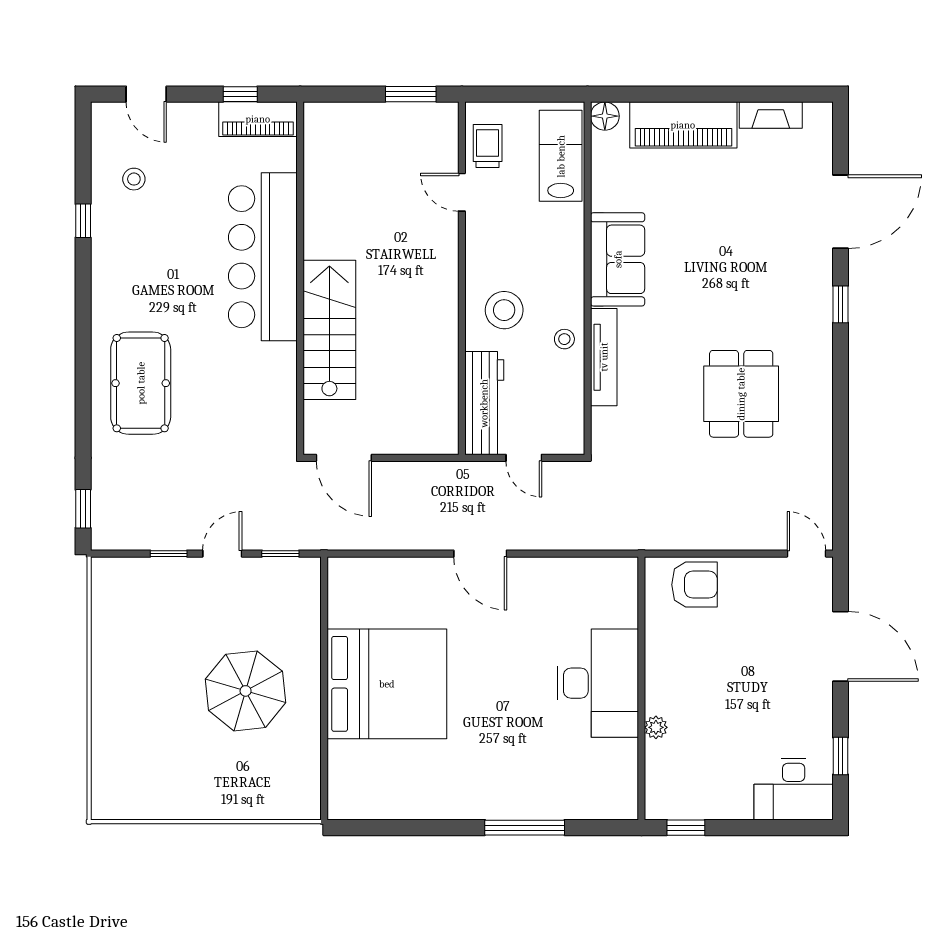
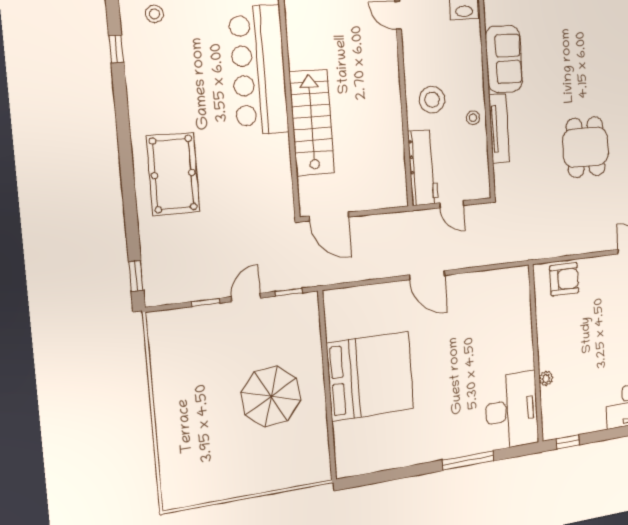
desk: (598, 683) -> (512, 410), moved

